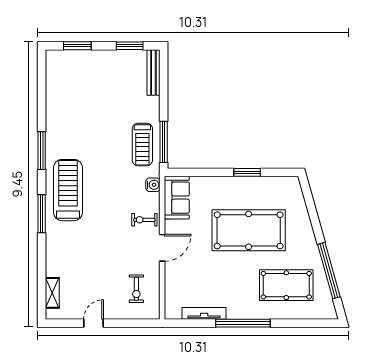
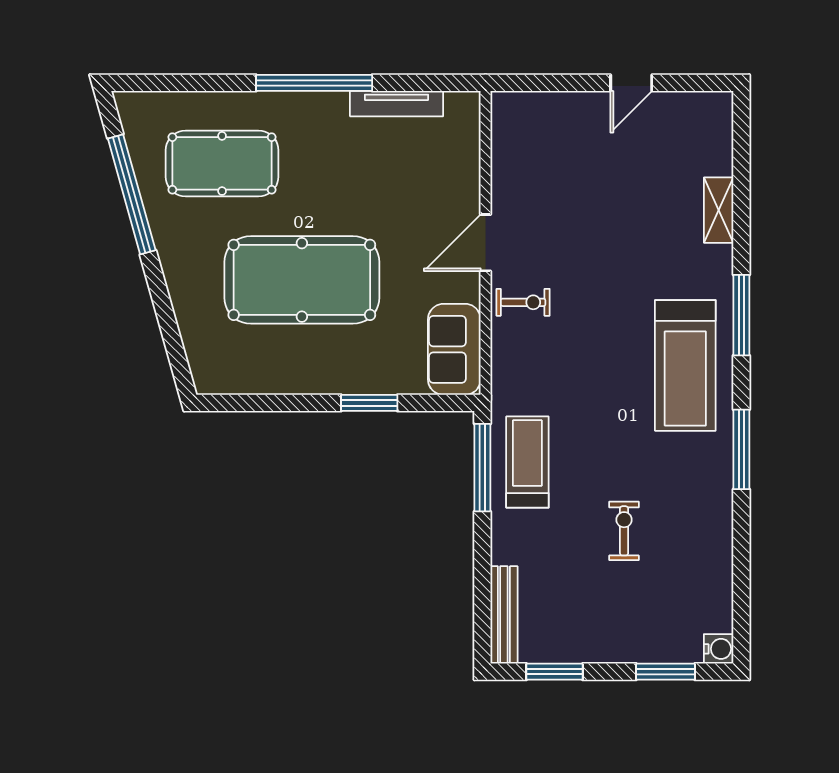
window: (247, 172) -> (369, 403), moved
water cooler: (153, 185) -> (719, 649), moved, turned 180
exercise bike: (136, 289) -> (624, 531), moved
shelving: (52, 293) -> (719, 210), moved

